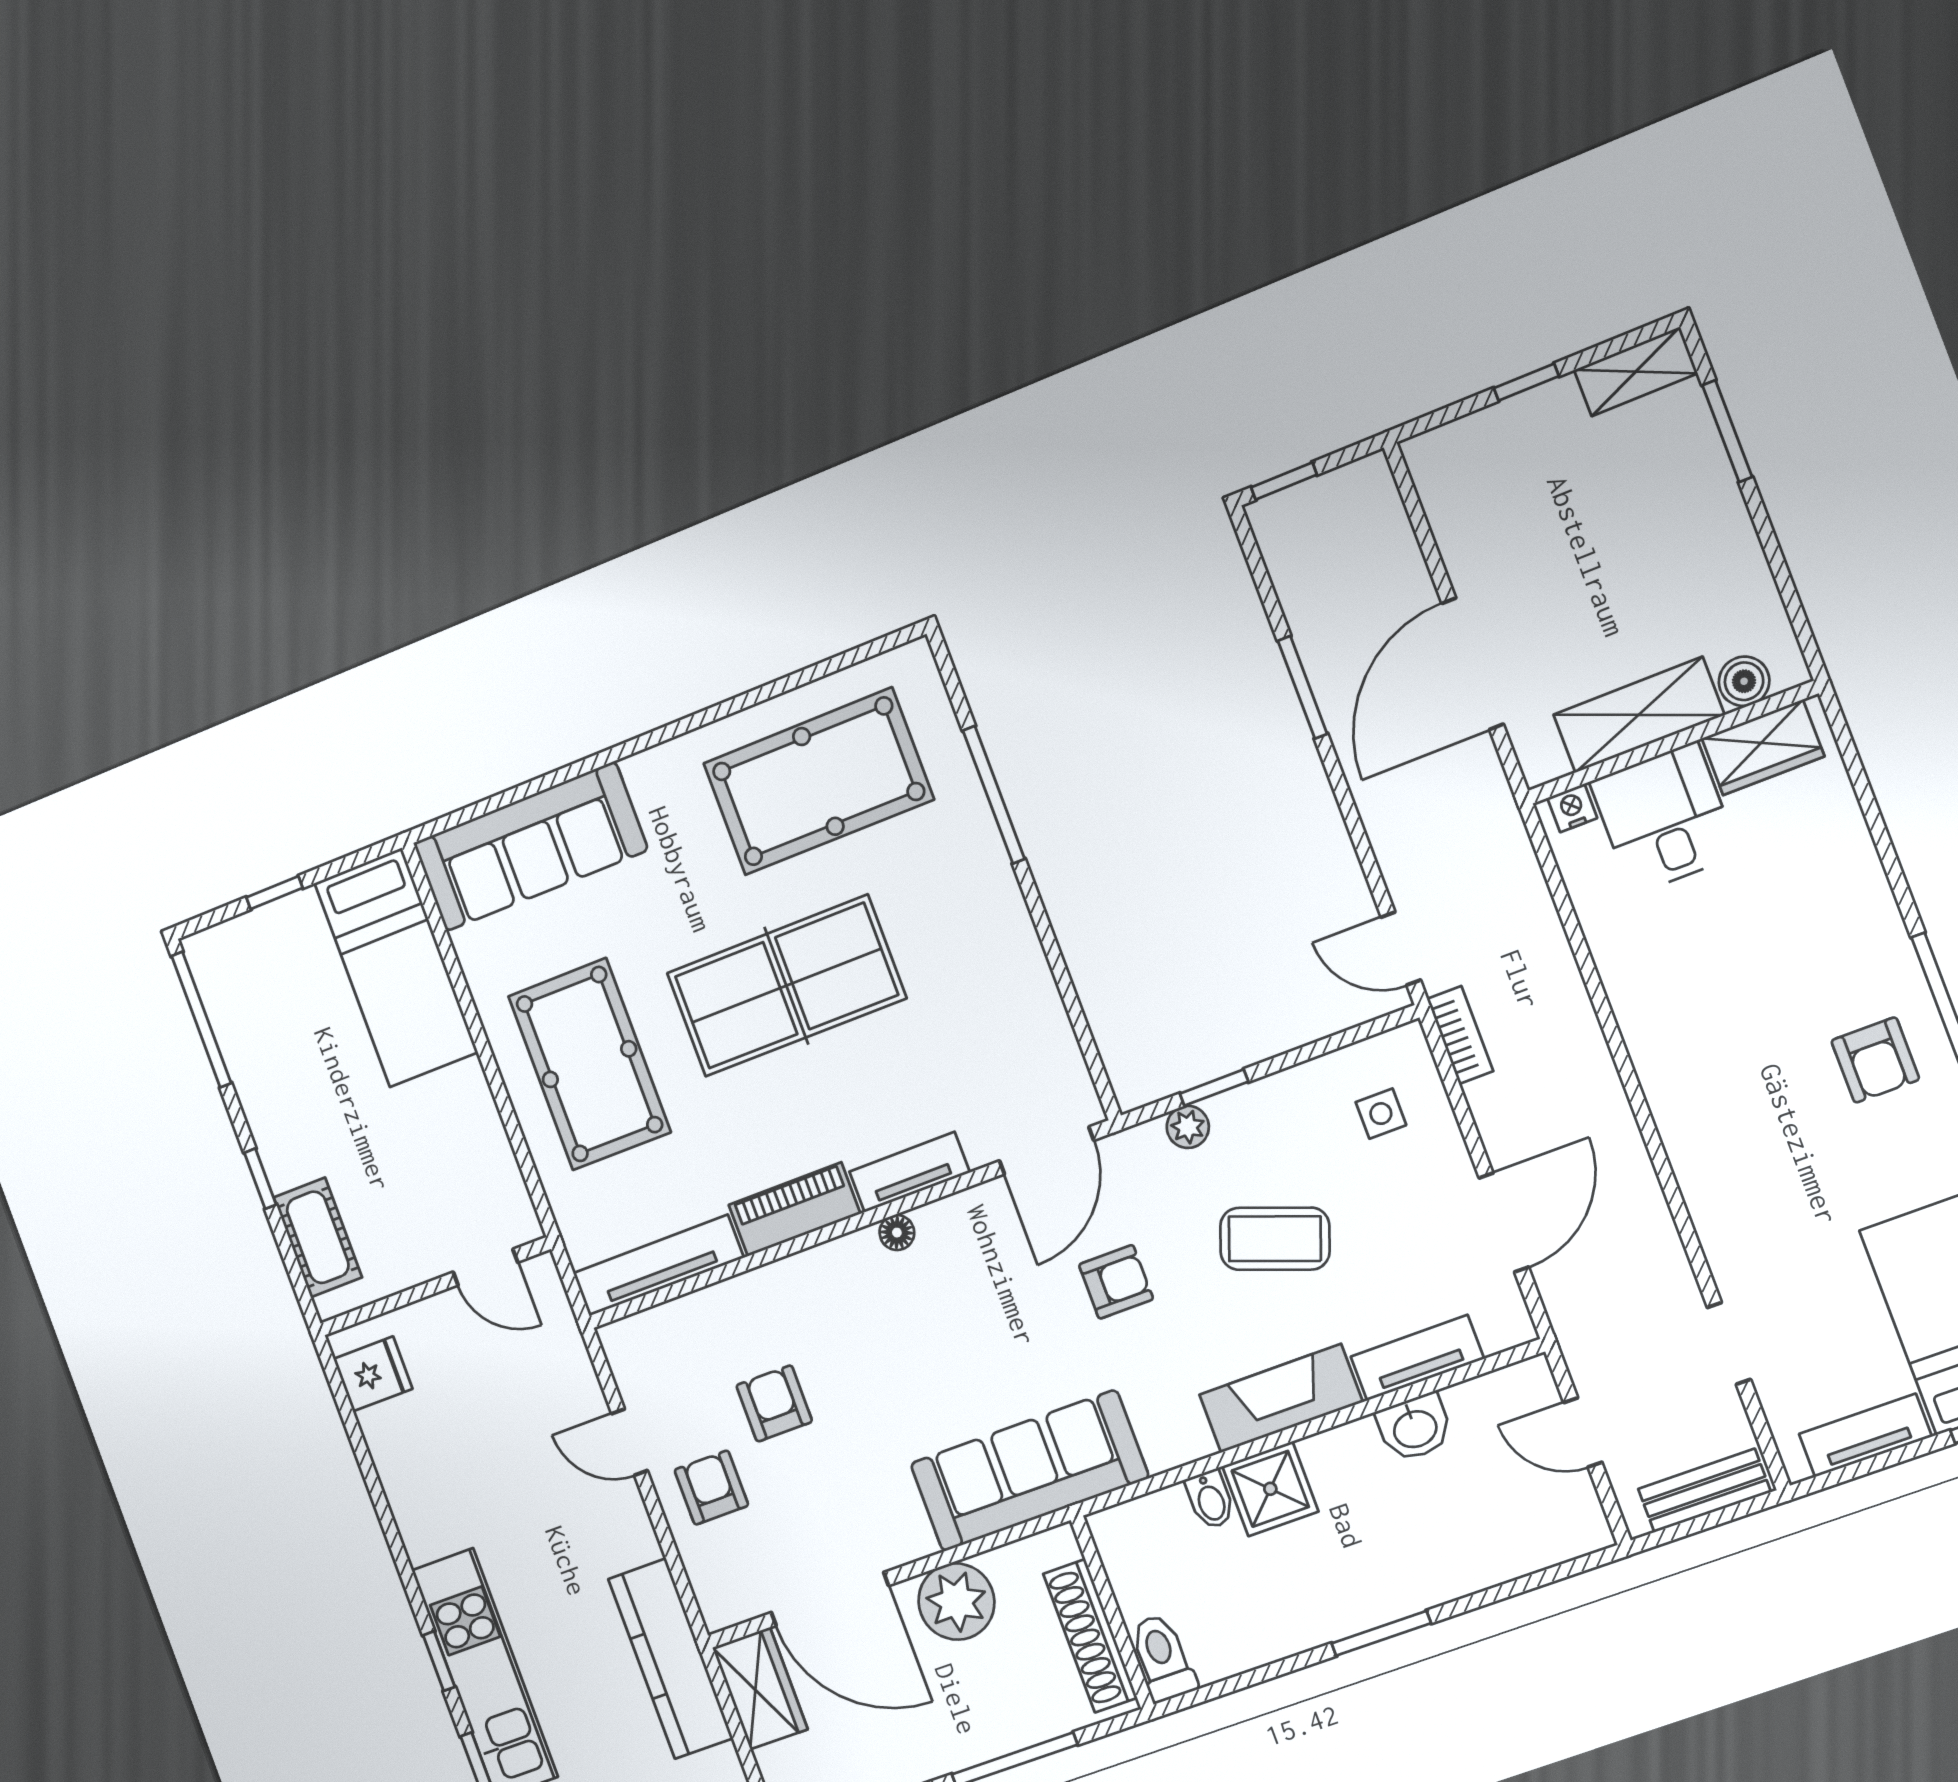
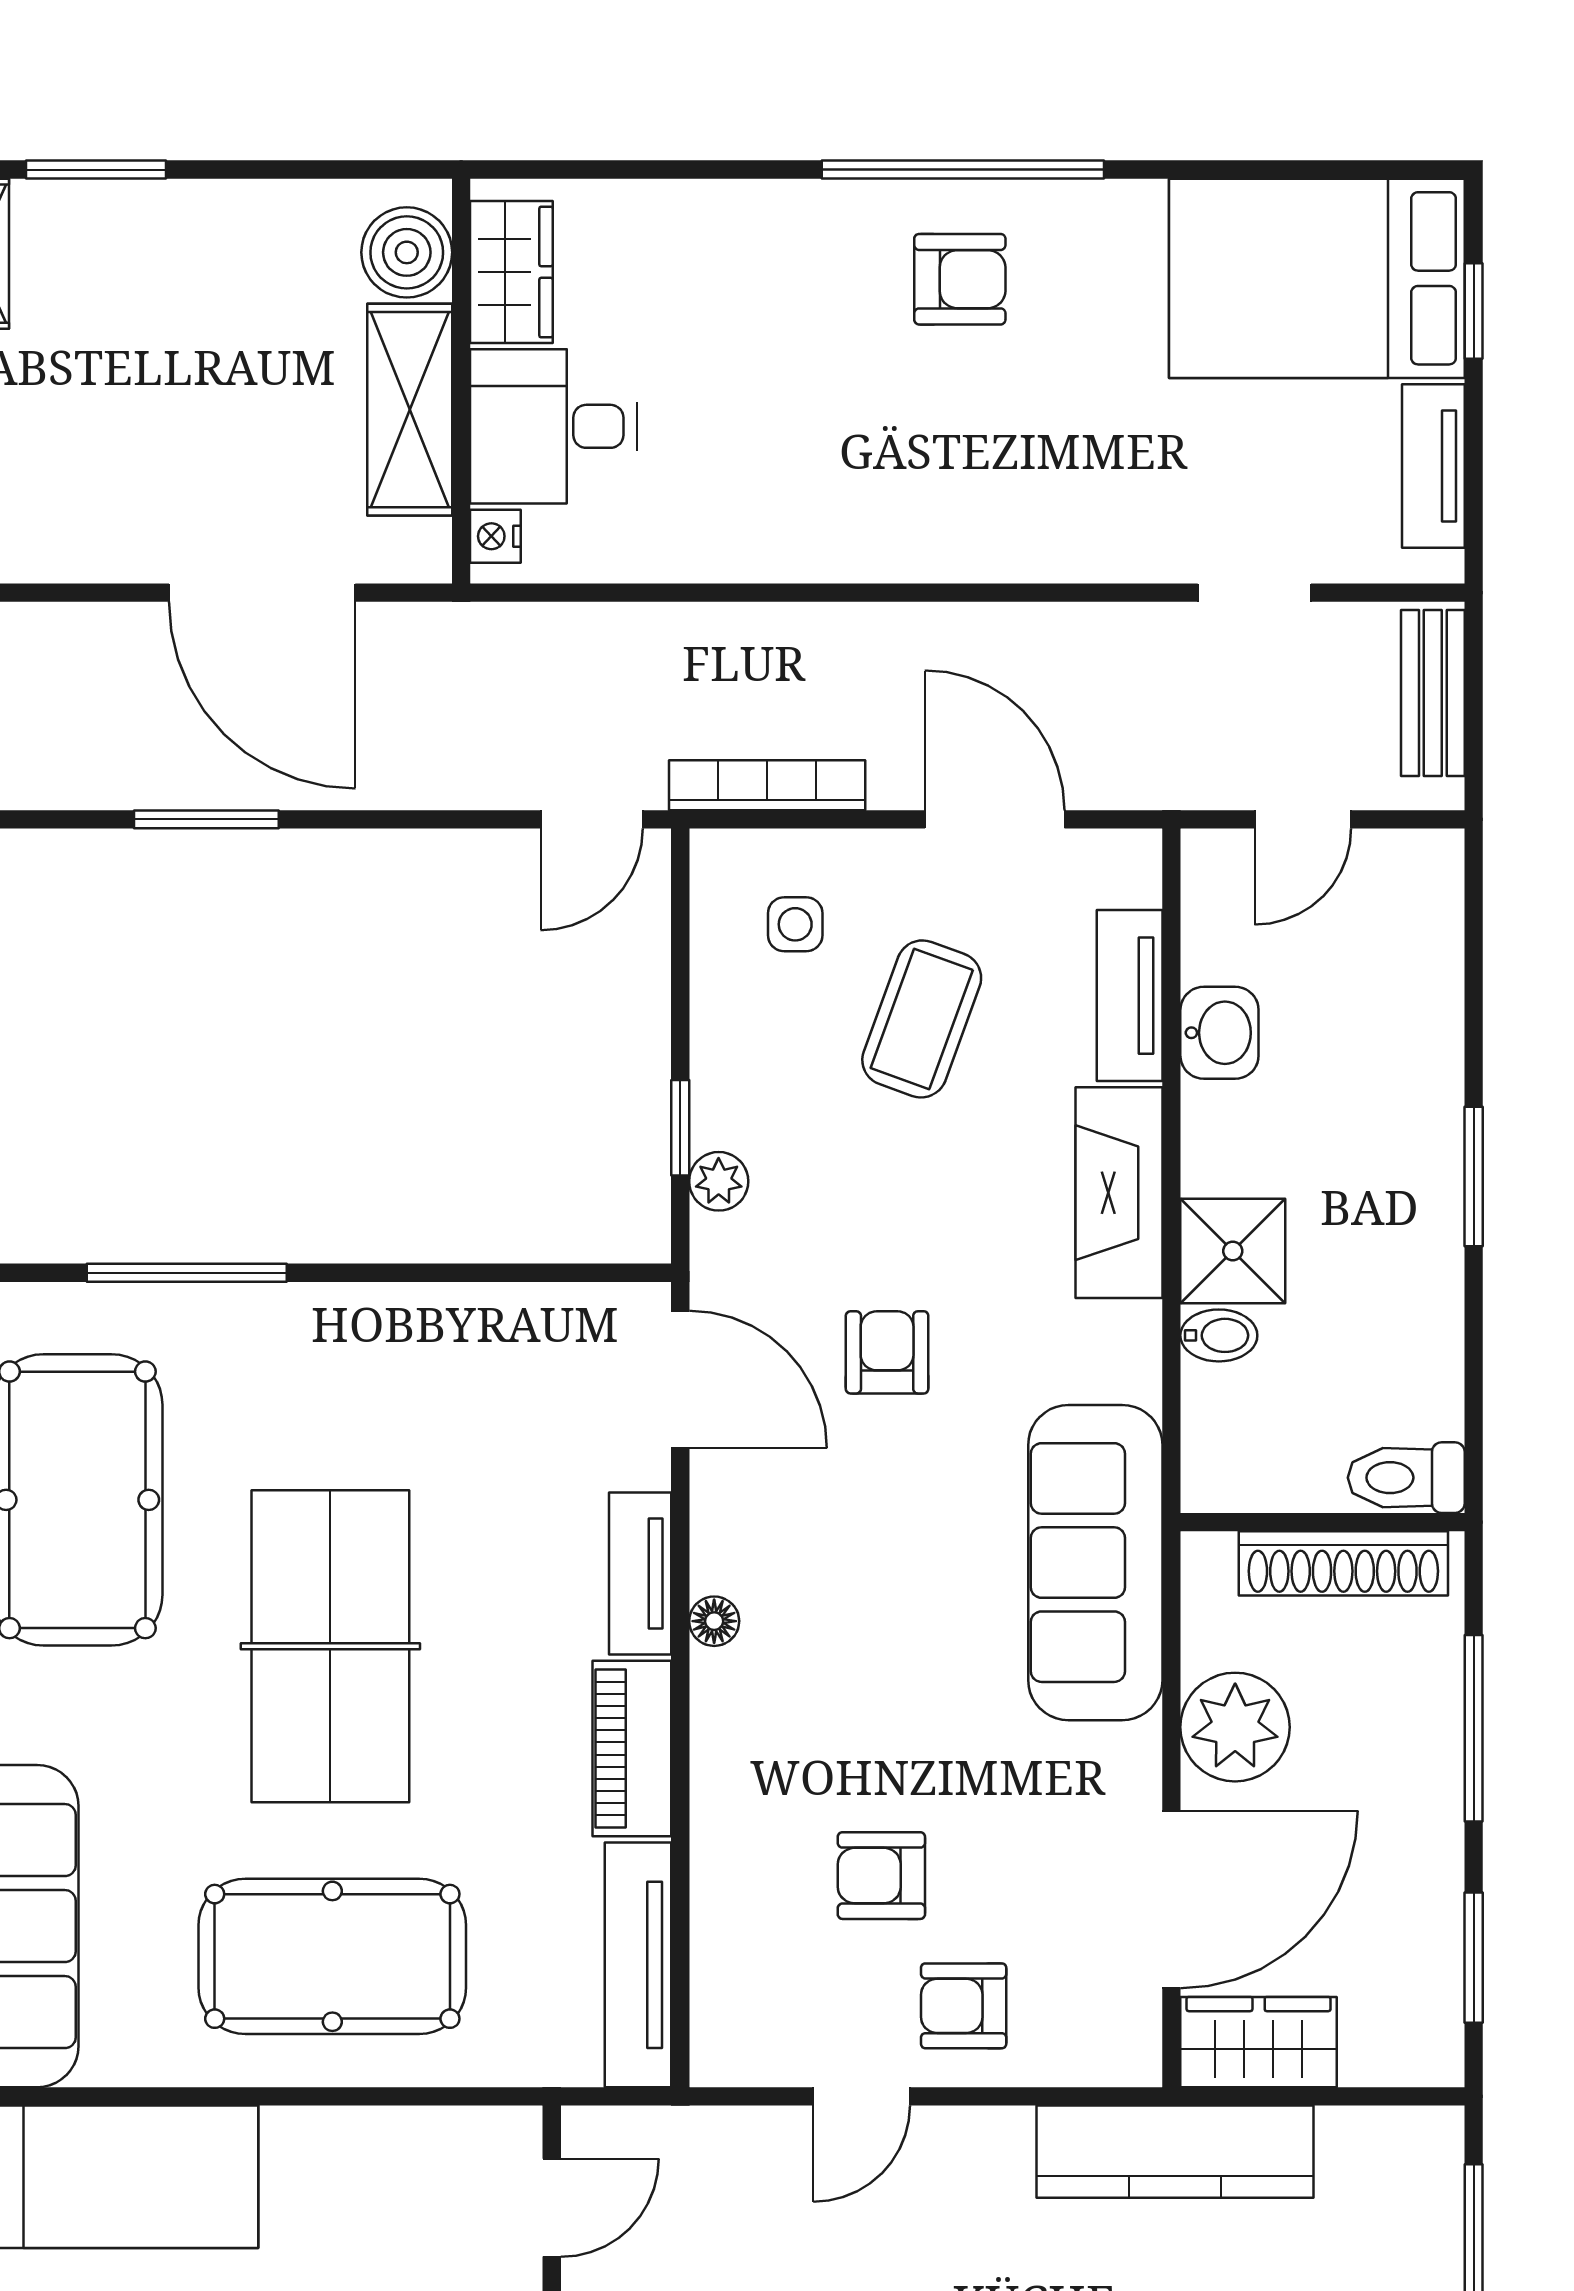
boiler: (1744, 681) -> (407, 252), width x1.36, depth x1.36
bookcase: (1460, 1035) -> (767, 785), width x1.56
coffee table: (1275, 1239) -> (922, 1019), moved

